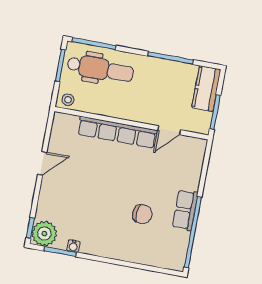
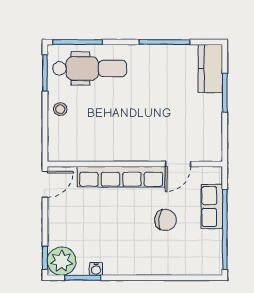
wall: (131, 123) -> (135, 164), moved
door: (169, 130) -> (178, 164), moved
row of seats: (117, 132) -> (121, 177), moved

